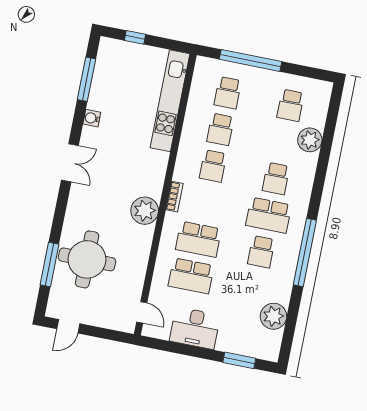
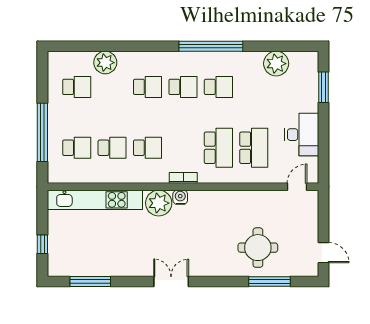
water cooler: (92, 118) -> (180, 197), moved, turned 180
plant: (145, 211) -> (159, 203), moved
school desk: (269, 215) -> (183, 87), width x0.54
round table: (87, 259) -> (258, 248), width x0.73, depth x0.73

